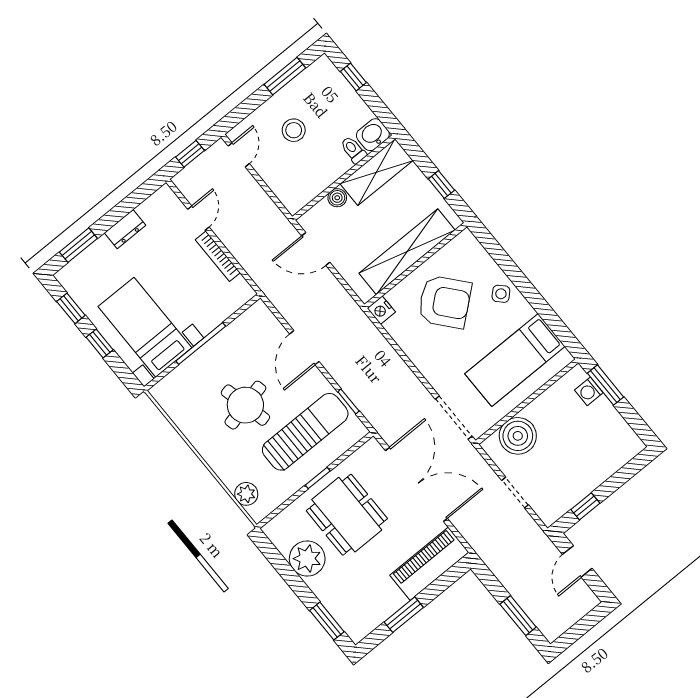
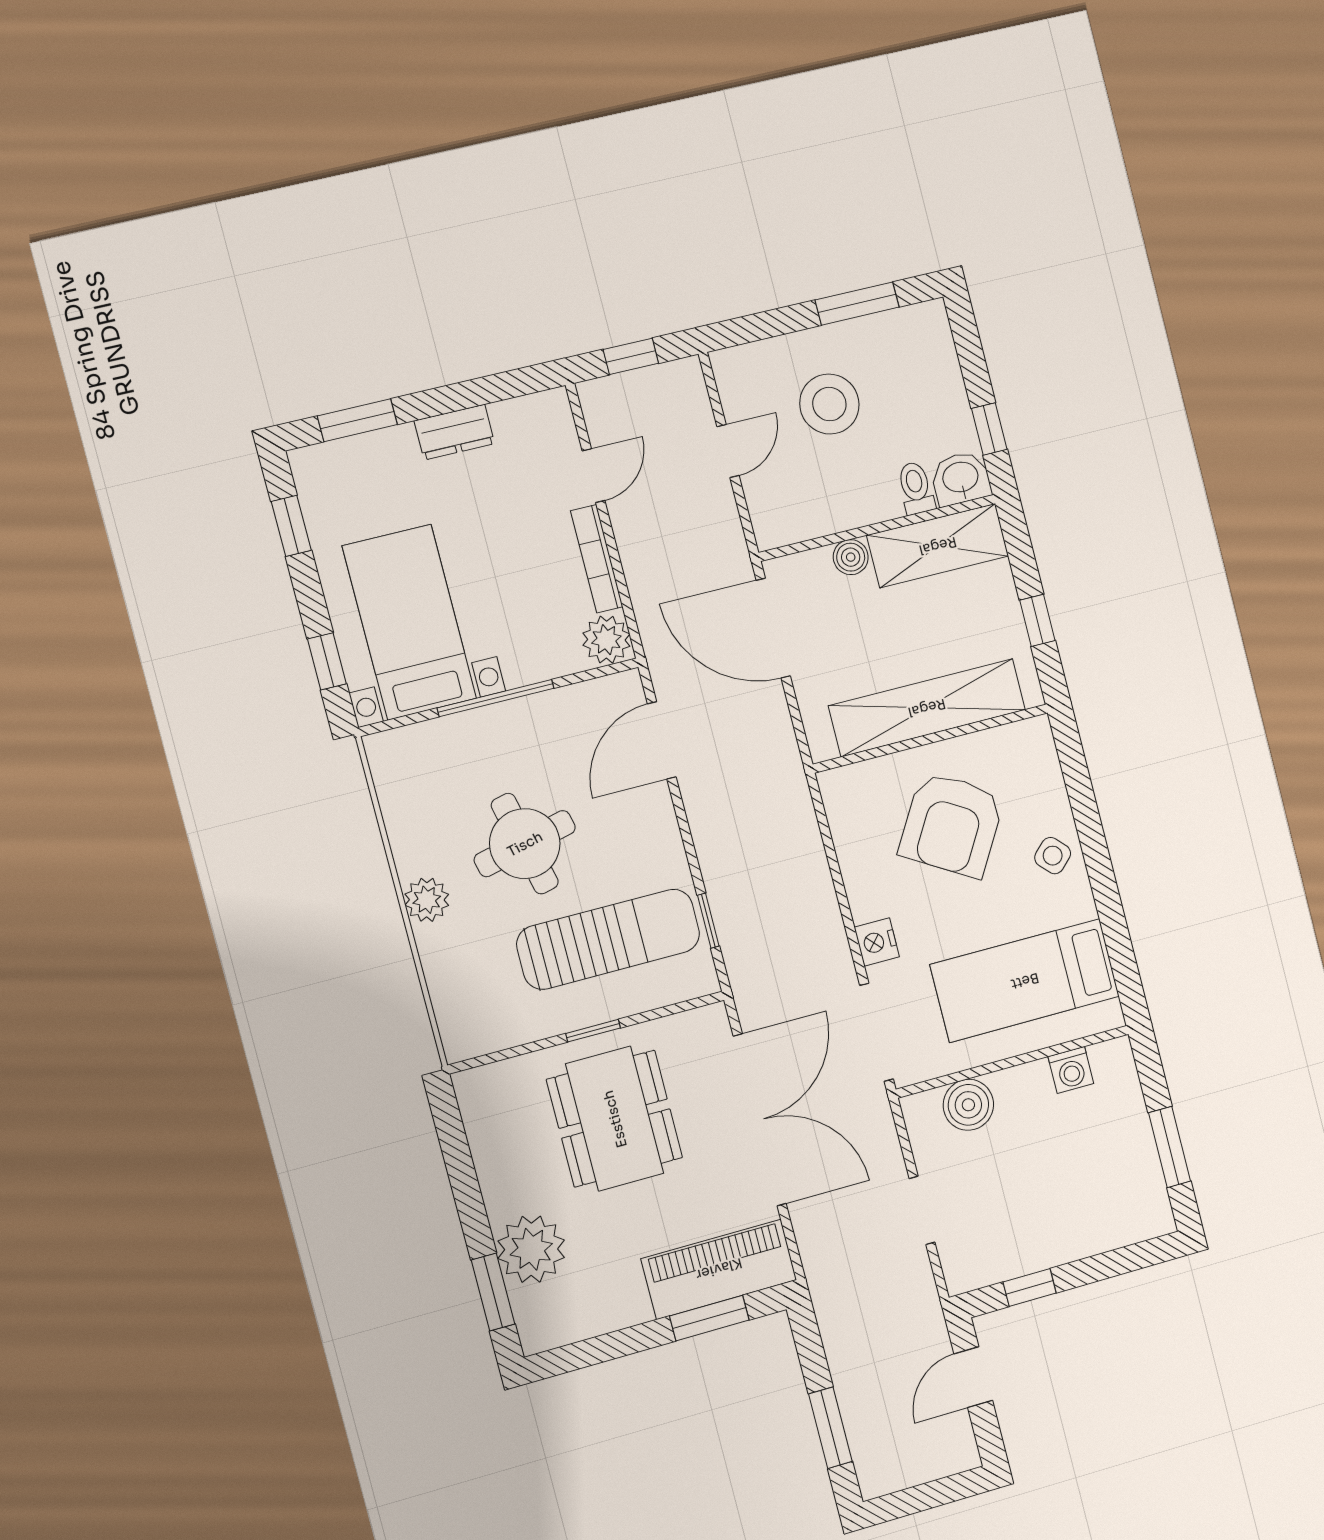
window: (353, 77) -> (989, 429), moved
stool: (294, 130) -> (829, 404), width x1.38, depth x1.38
door: (239, 155) -> (728, 451), moved
door: (316, 249) -> (773, 628), width x1.36
plant: (240, 292) -> (606, 640), added
armchair: (445, 302) -> (952, 824), turned 71
nightstand: (381, 310) -> (877, 942), moved
window: (100, 344) -> (327, 661), moved
door: (304, 348) -> (662, 740), moved
window: (606, 385) -> (1170, 1147), moved
washing machine: (589, 391) -> (1071, 1070), moved, turned -90
boiler: (518, 436) -> (968, 1105), width x0.73, depth x0.73
plant: (246, 494) -> (427, 900), moved
plant: (307, 559) -> (531, 1249), moved
window: (404, 615) -> (709, 1318), moved

